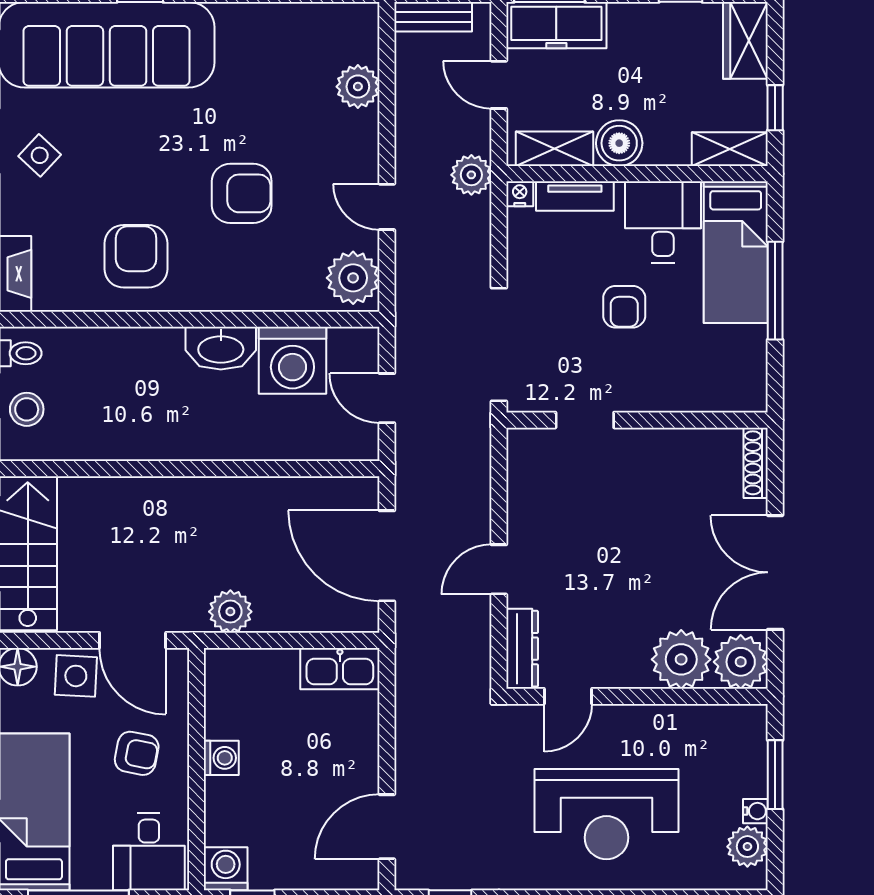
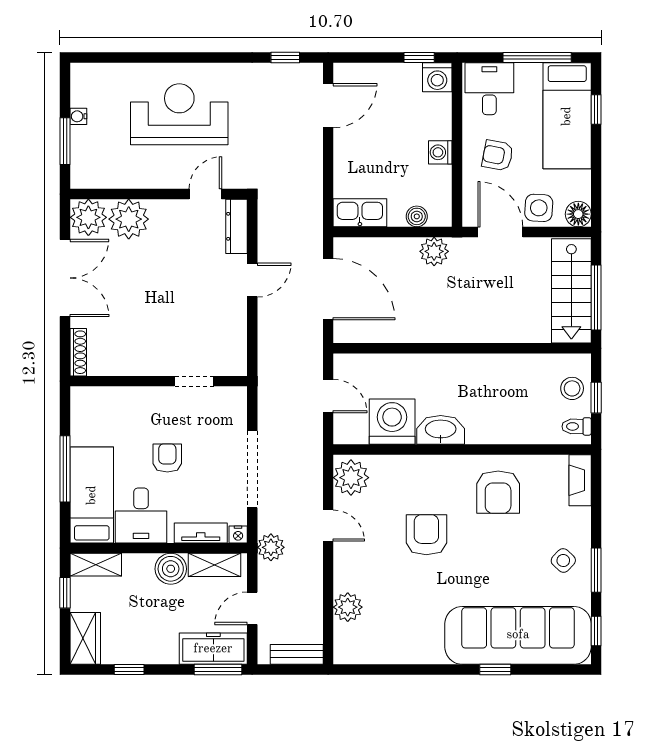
door: (499, 85) -> (252, 608), swing flipped
armchair: (242, 193) -> (426, 535), turned 90
doorway: (499, 345) -> (252, 469), moved
boiler: (256, 663) -> (417, 216), added
plant: (747, 847) -> (84, 92), removed

